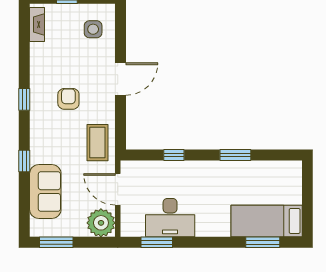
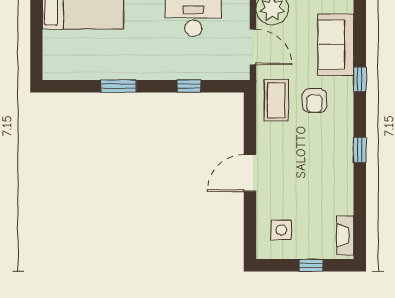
armchair: (68, 99) -> (314, 101), moved

